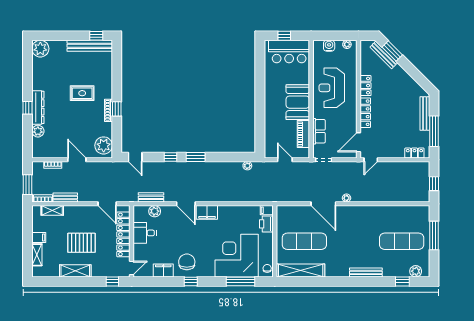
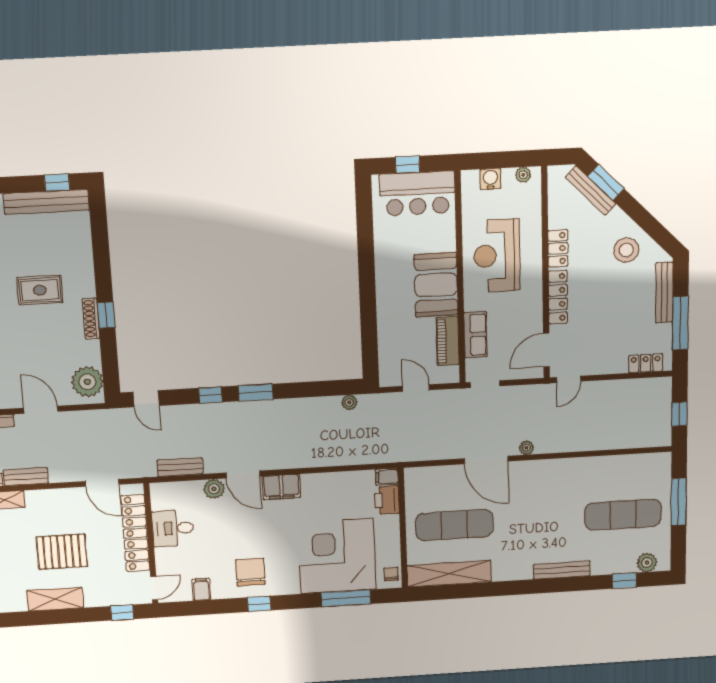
stool: (403, 89) -> (626, 250), added
plant: (155, 211) -> (214, 489), moved
filing cabinet: (163, 270) -> (201, 589), width x0.50

